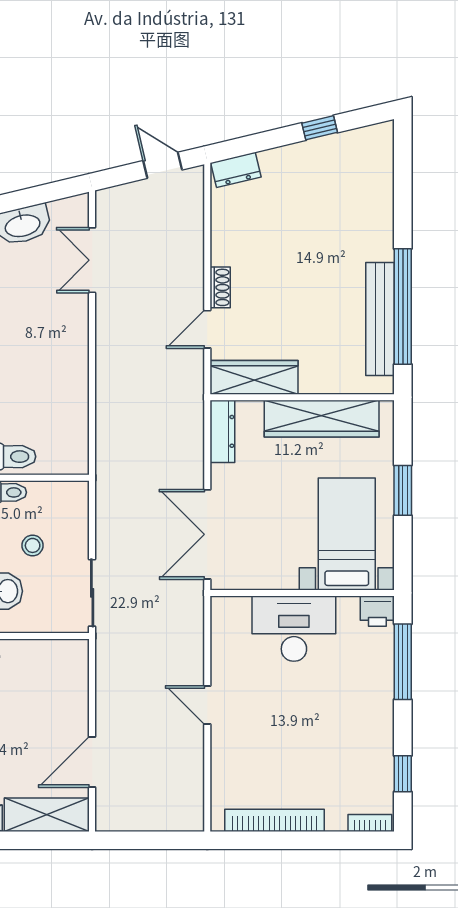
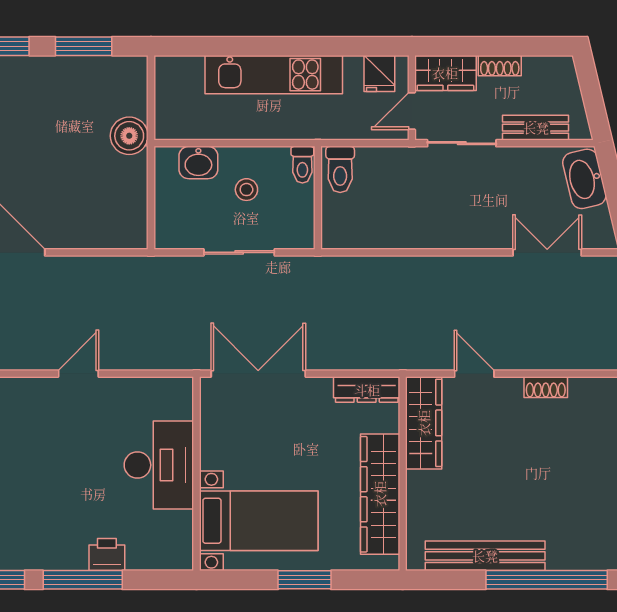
shoe rack: (220, 287) -> (546, 387), moved
window: (403, 306) -> (547, 580), moved
sliding door: (92, 593) -> (239, 252), moved
printer: (377, 611) -> (107, 555), moved, turned 90
window: (403, 662) -> (83, 580), moved

